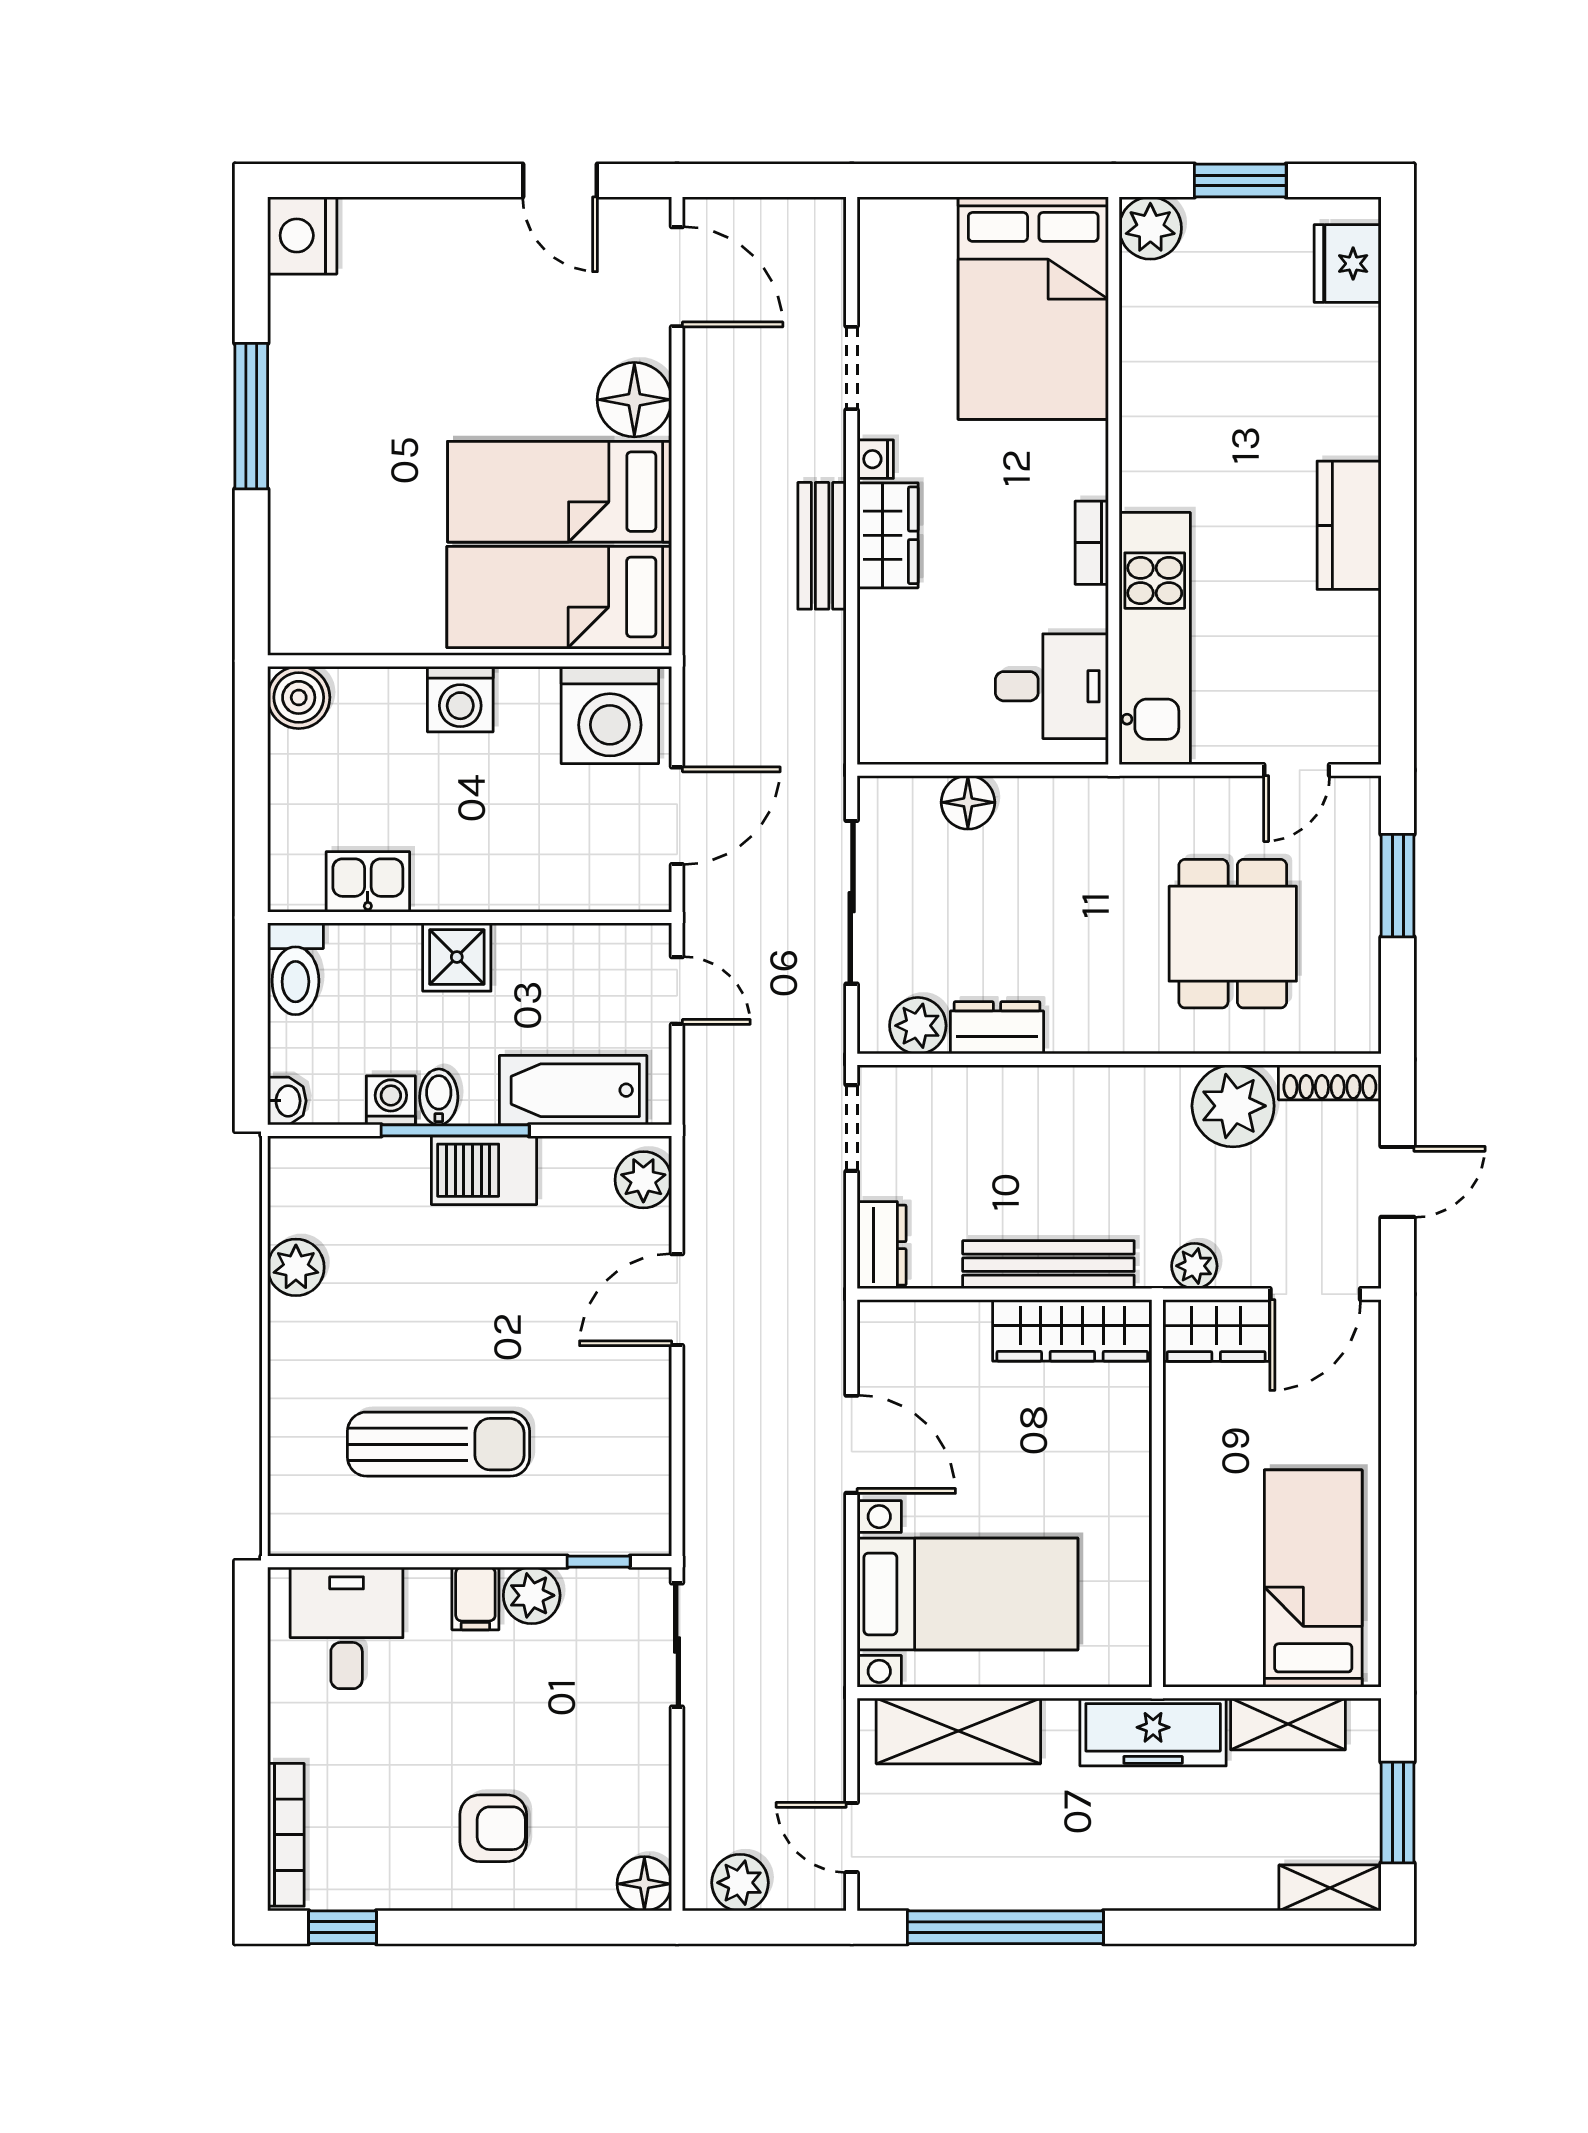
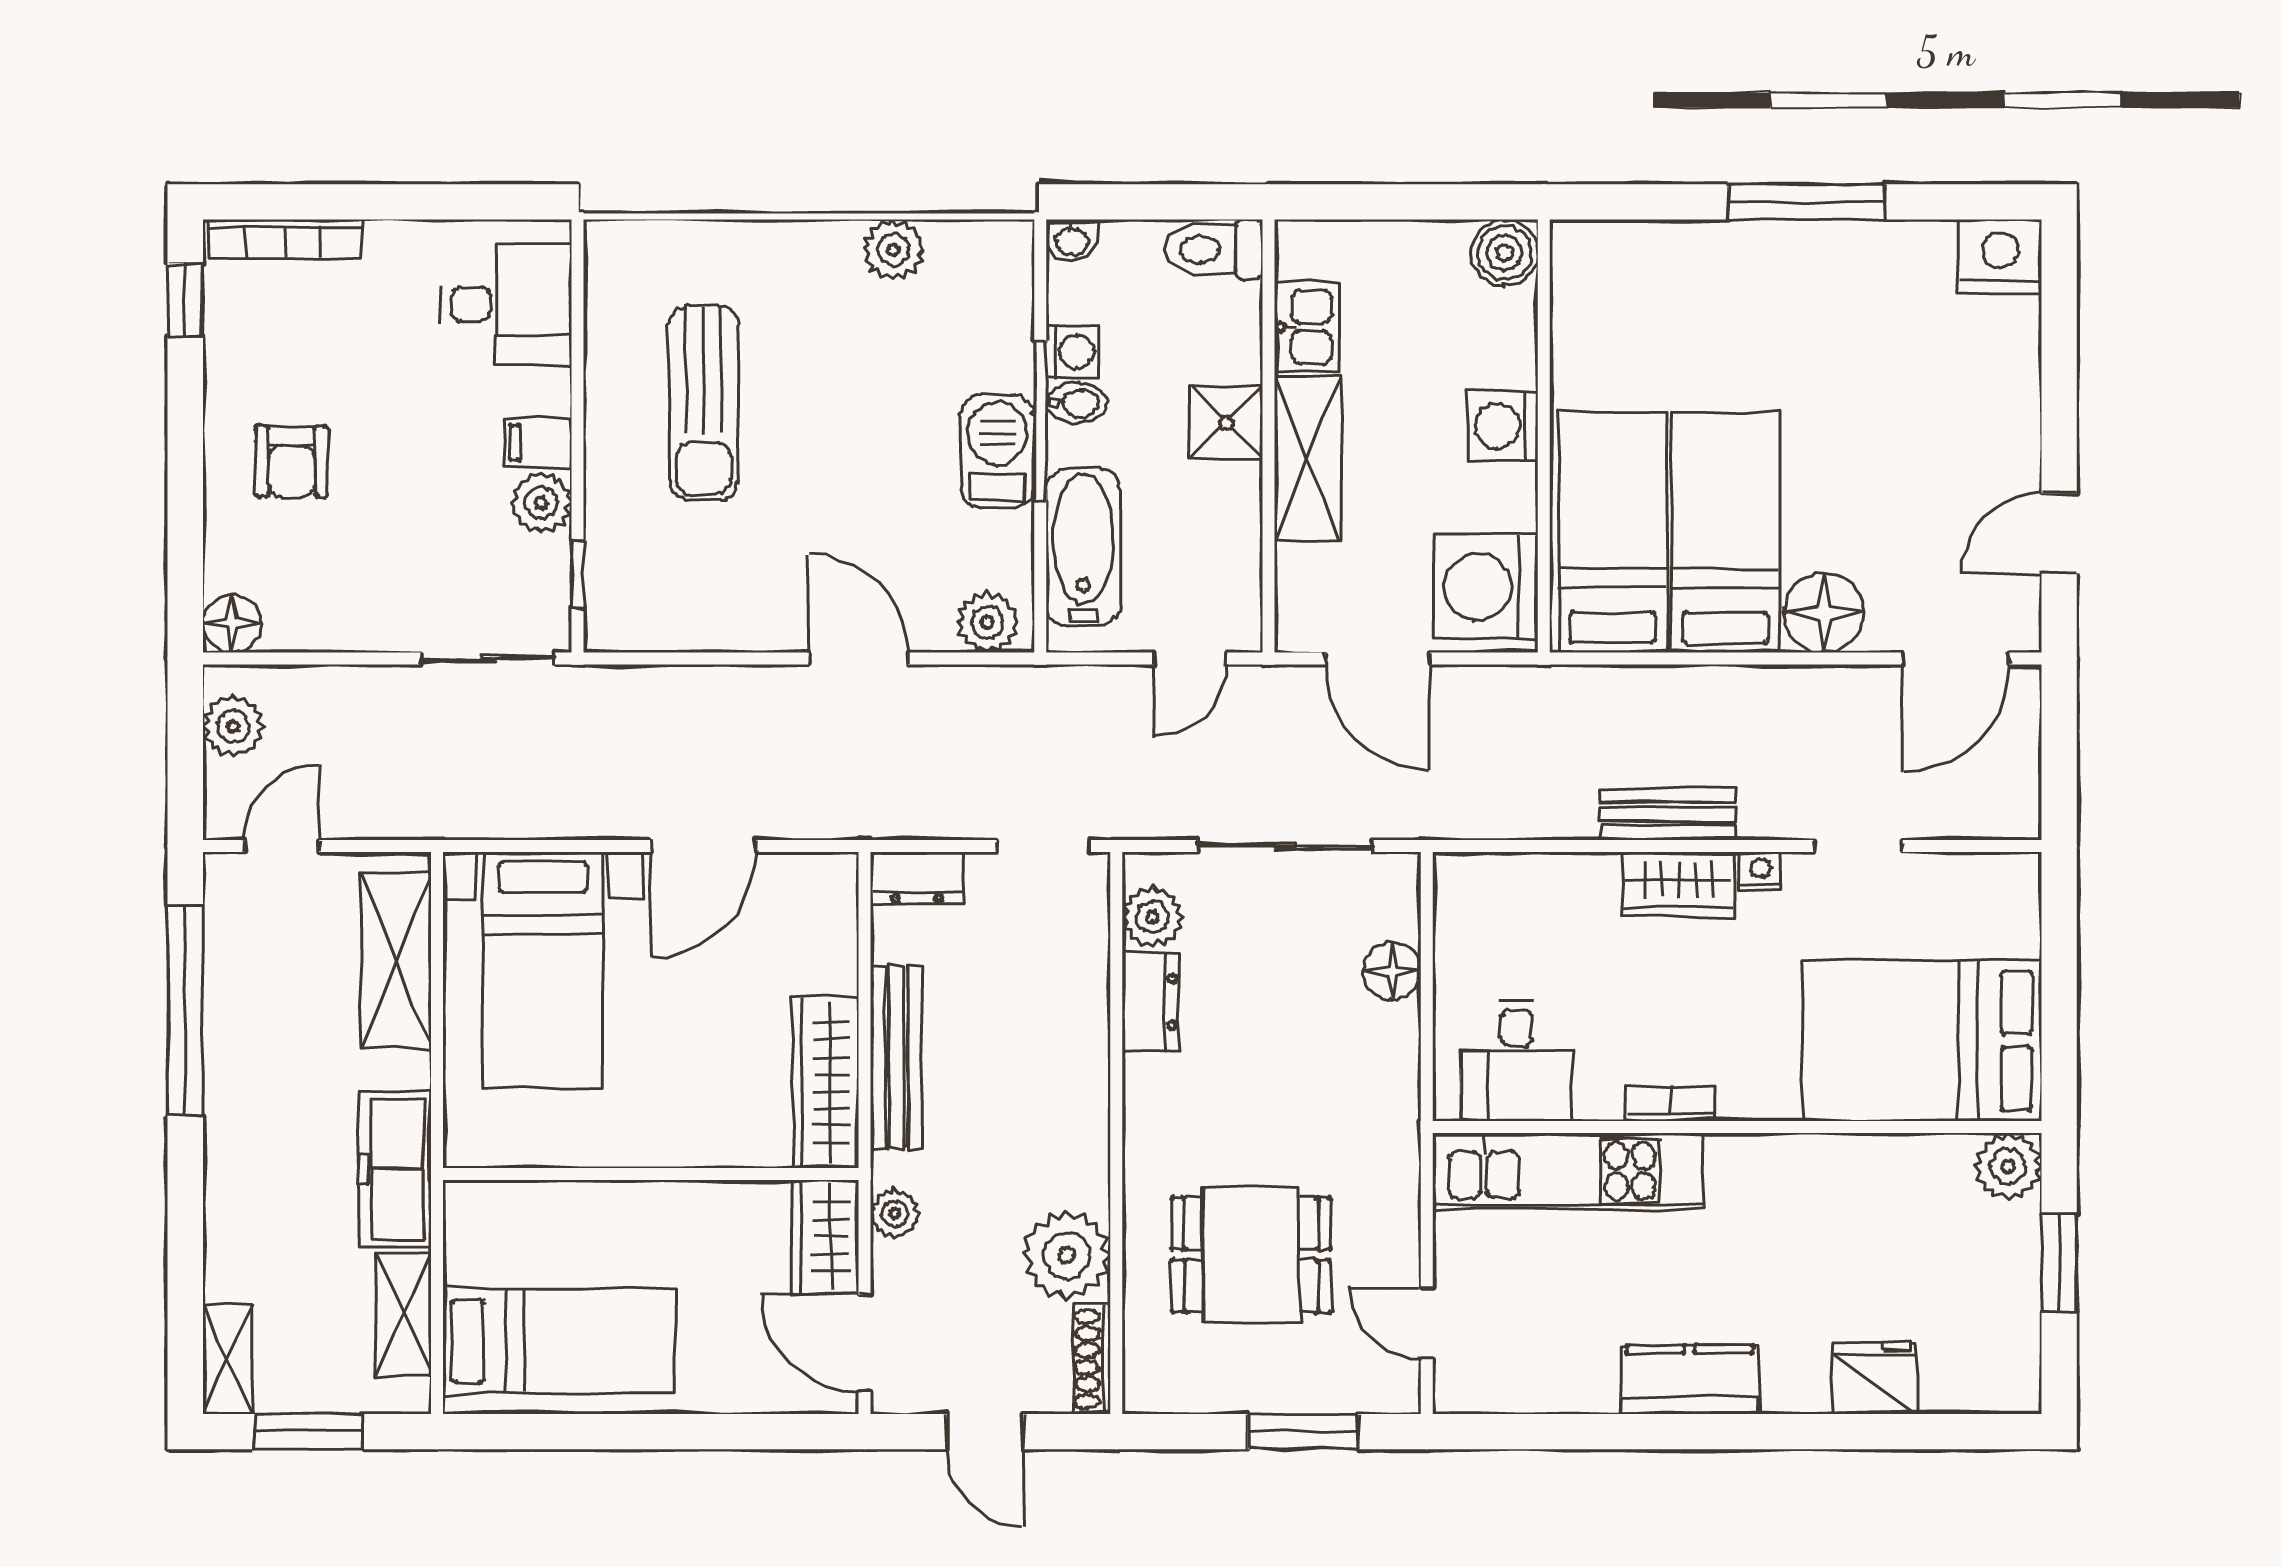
fridge: (1348, 264) -> (1874, 1378), moved
shelving: (491, 881) -> (1307, 459), added

